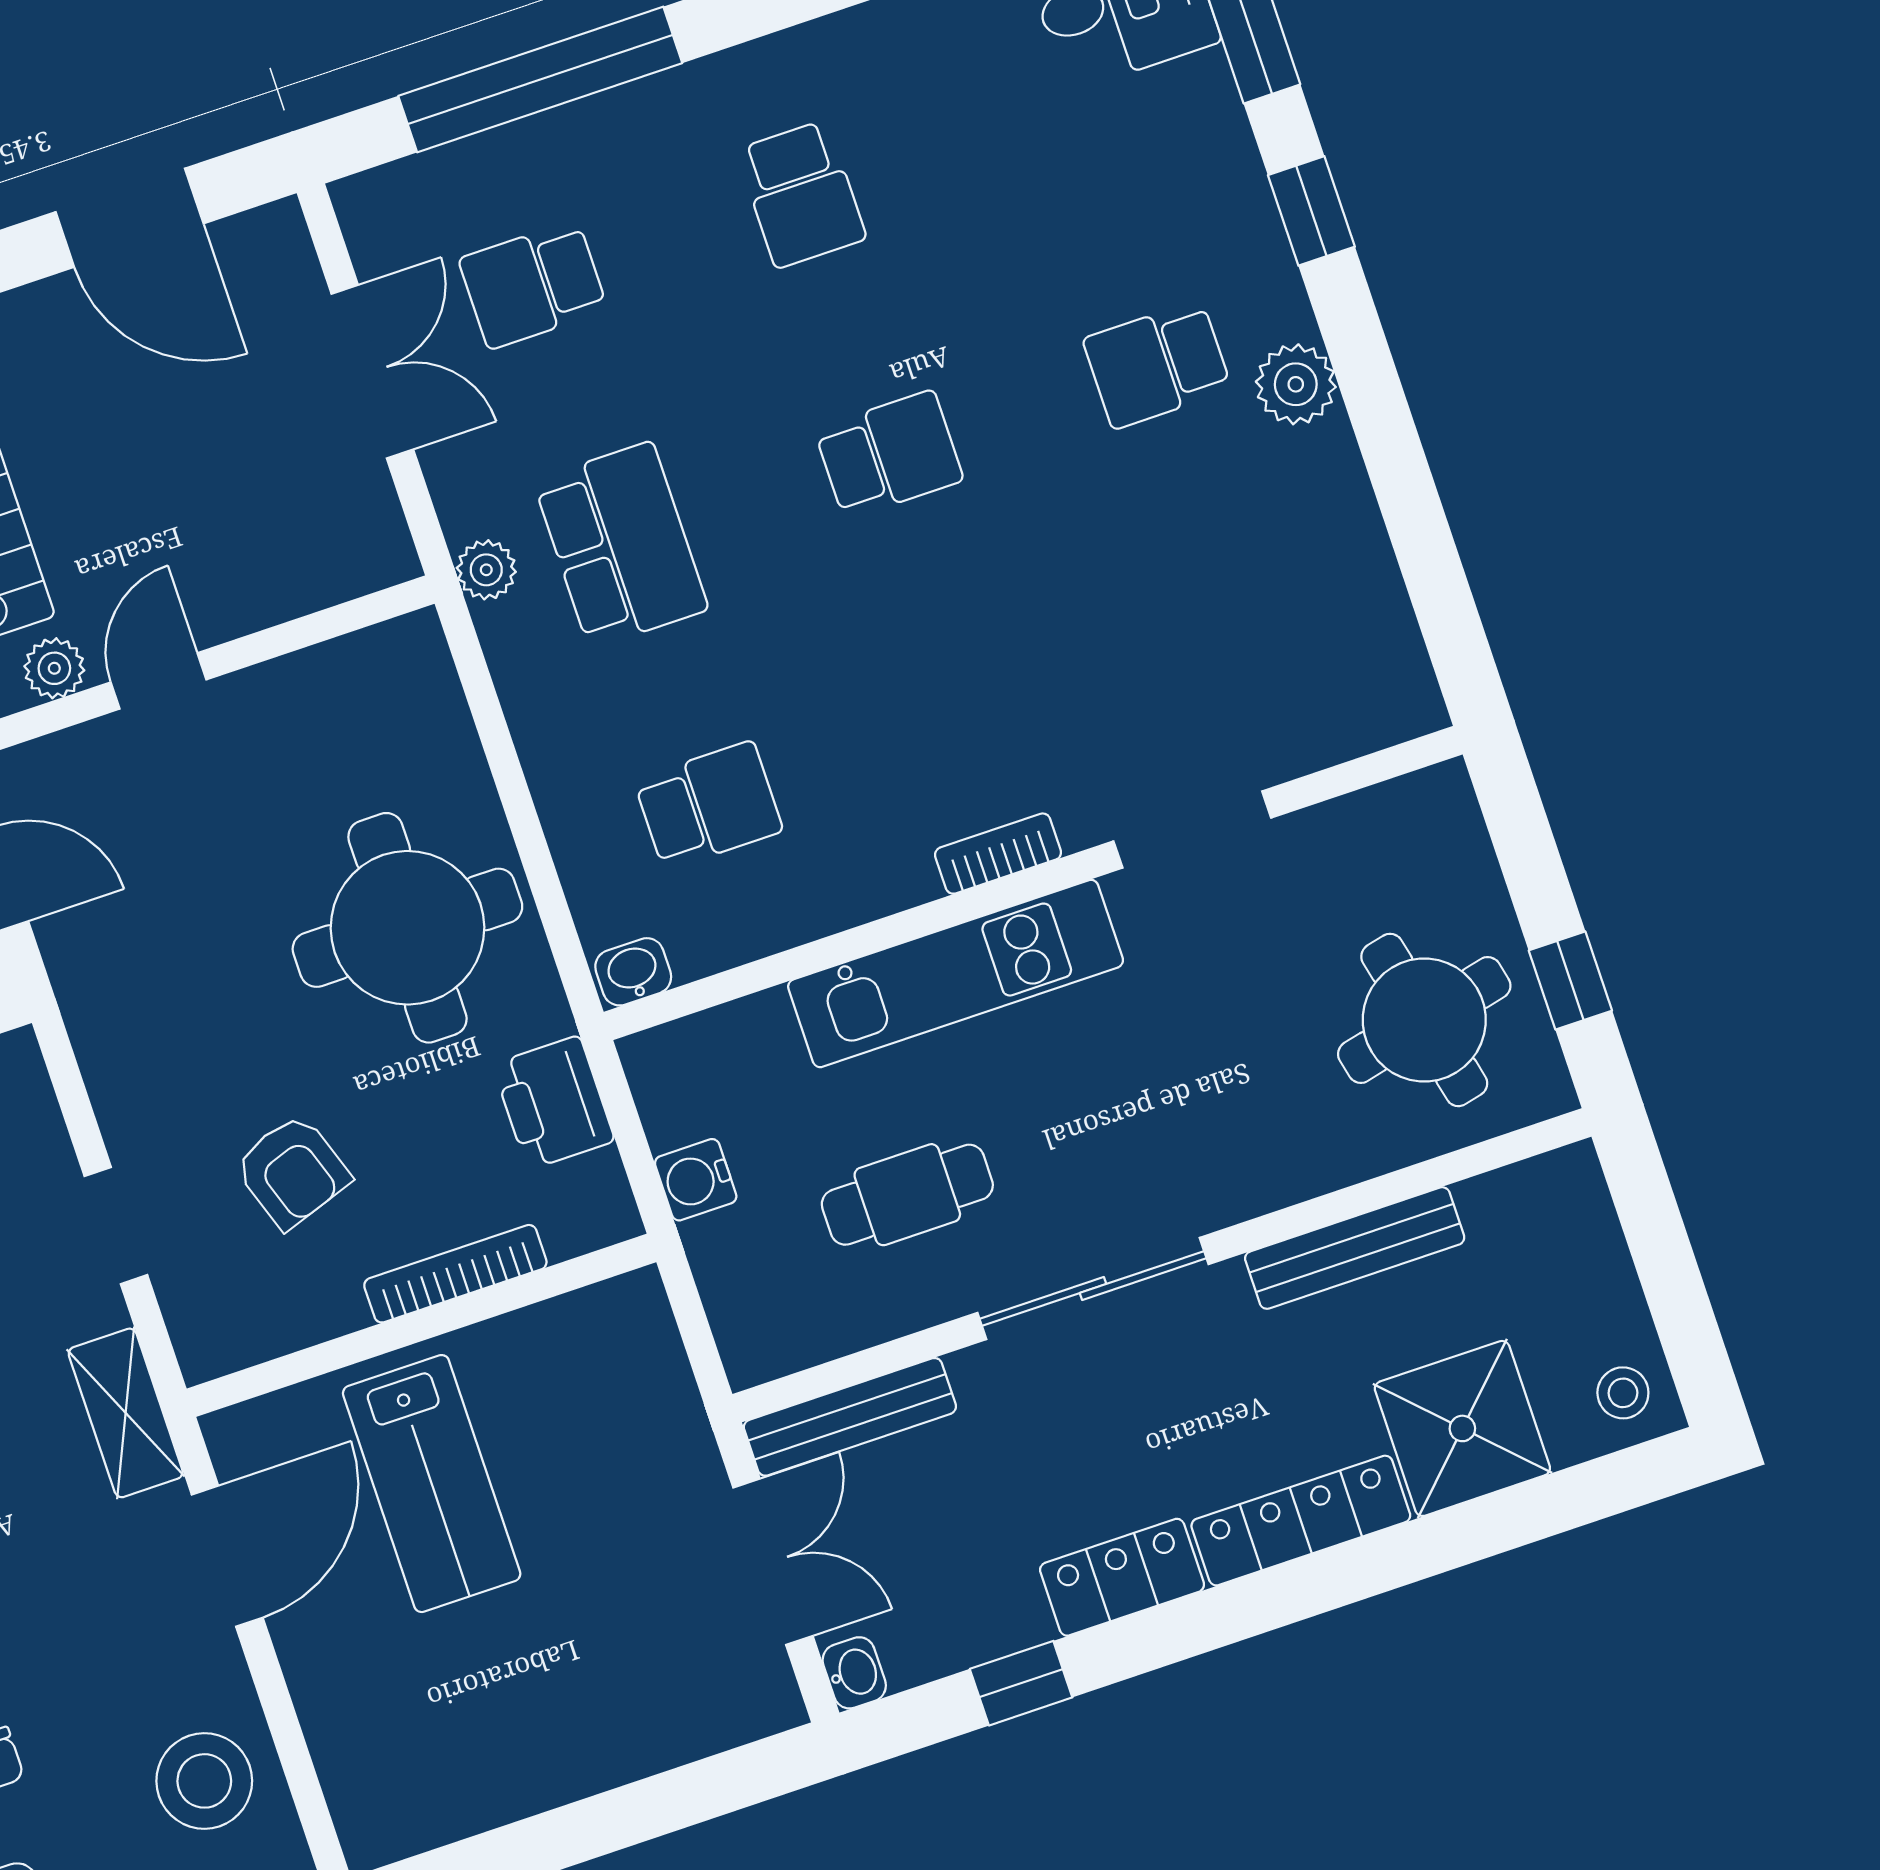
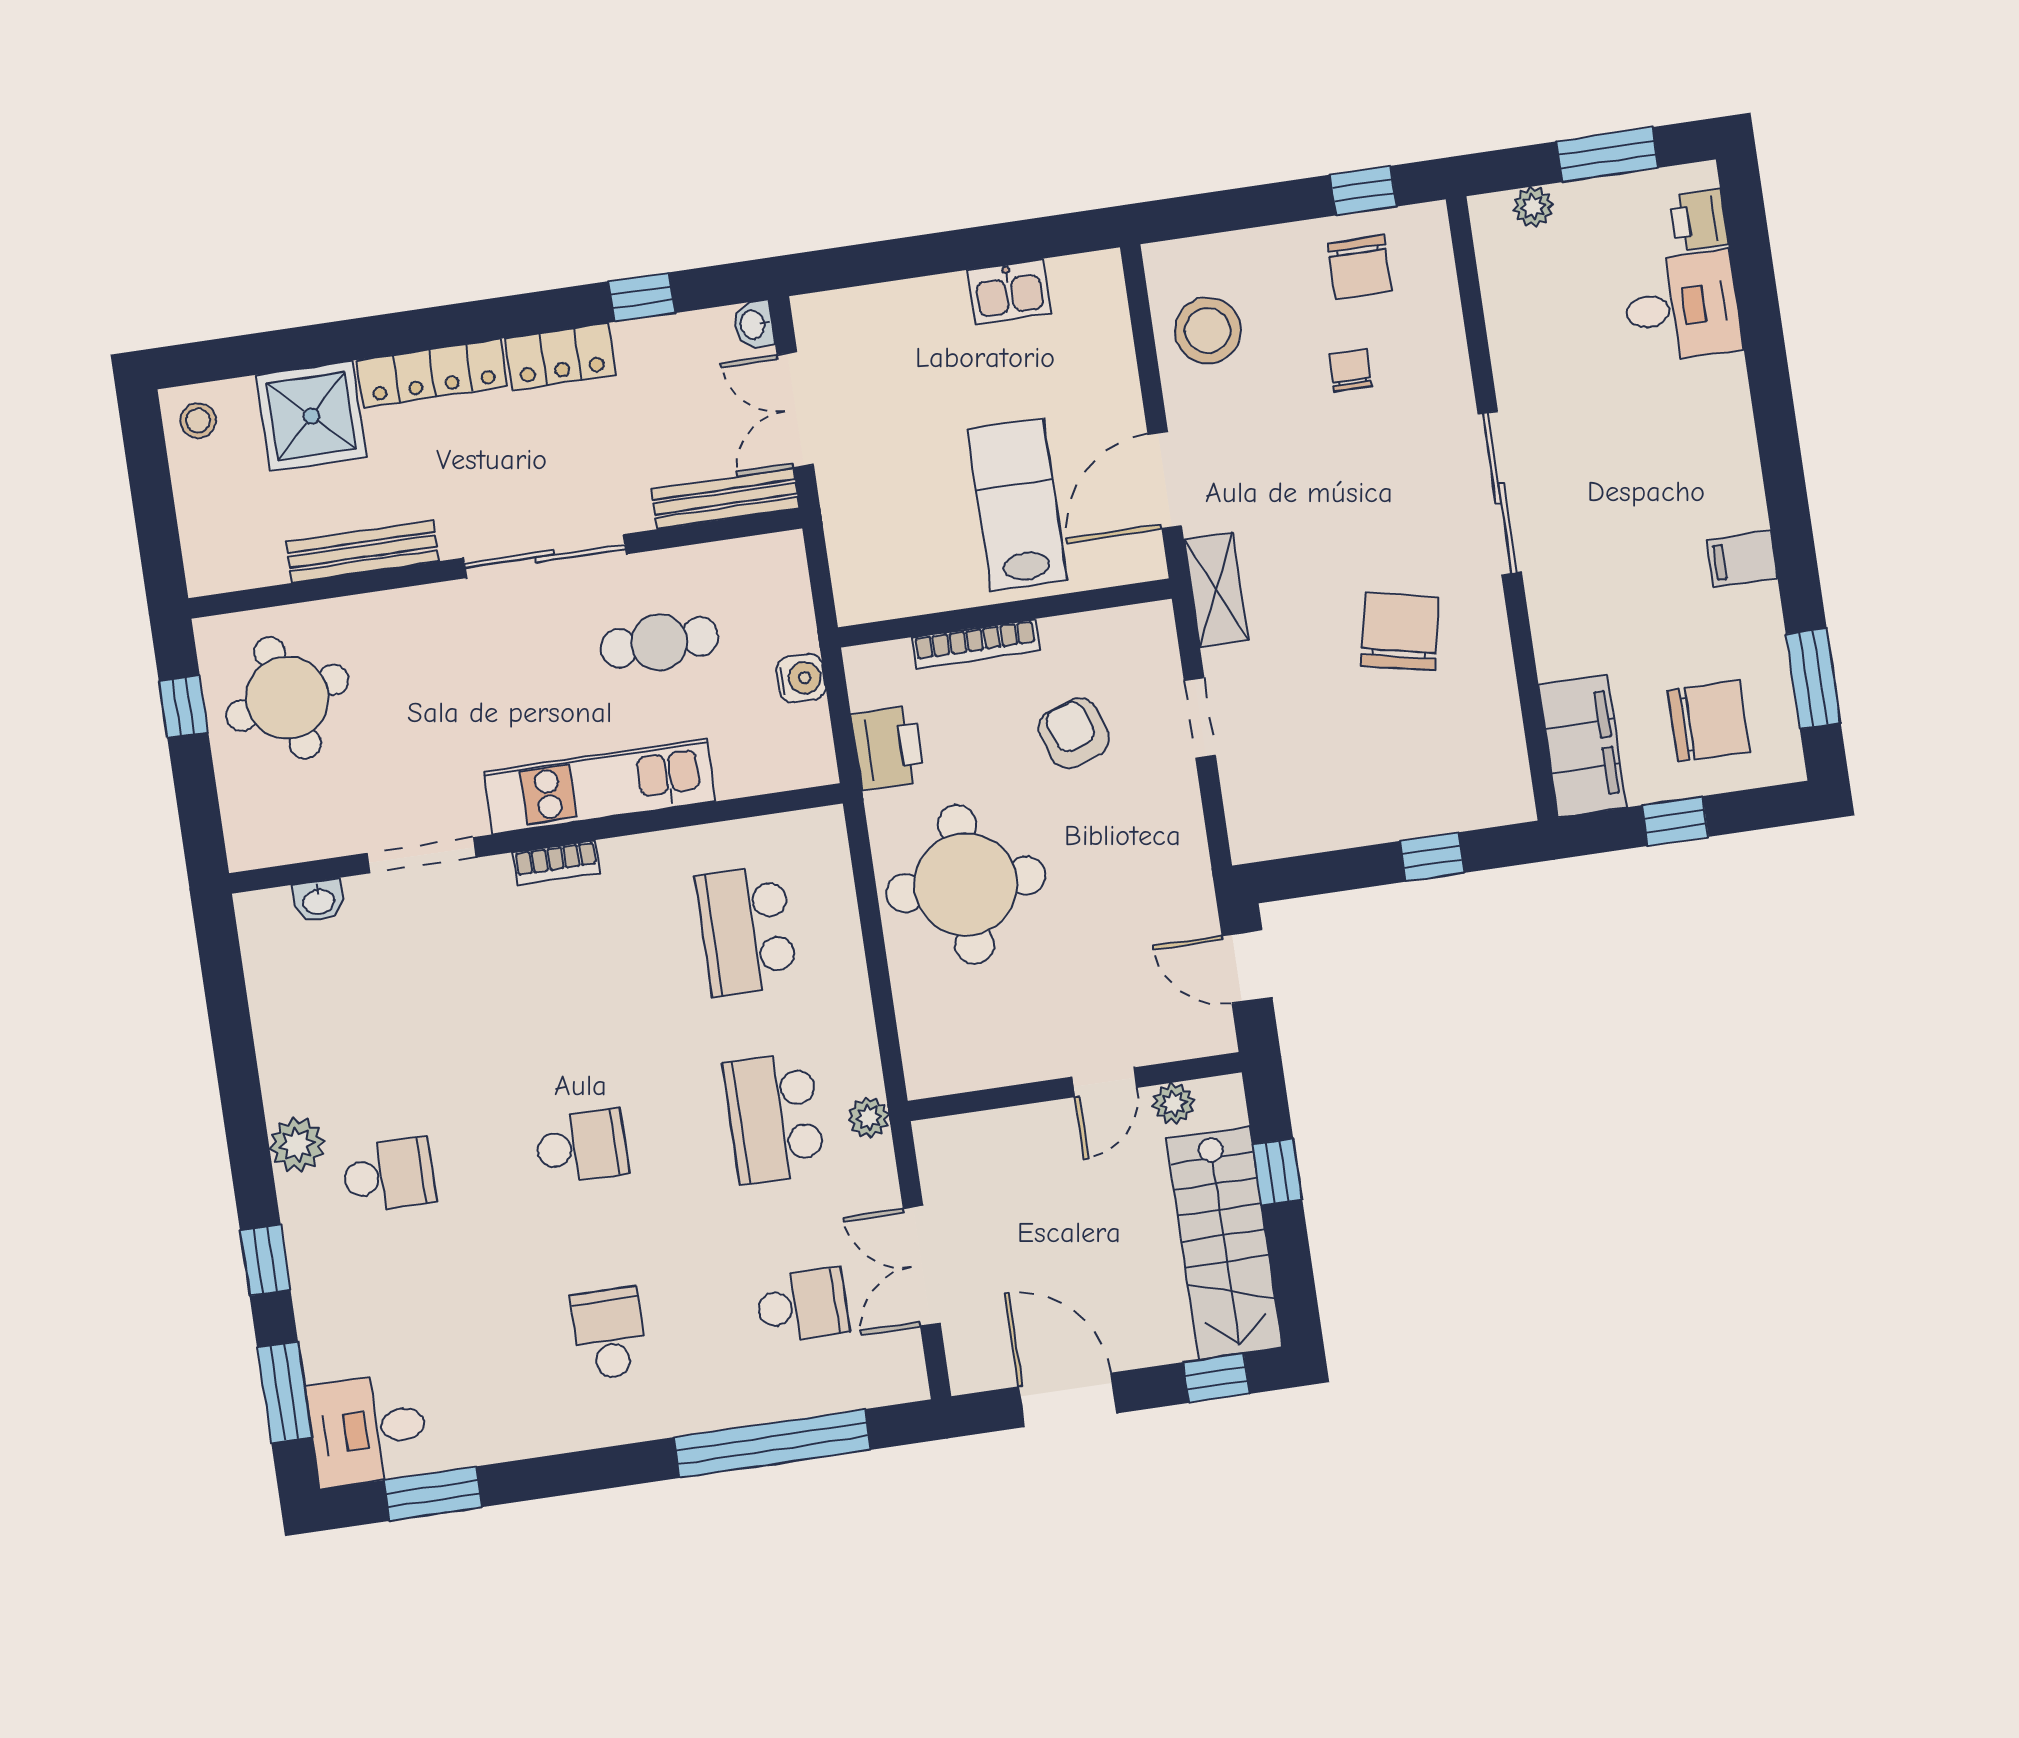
school desk: (889, 455) -> (581, 1146), turned 180
school desk: (708, 805) -> (747, 931), width x1.85
washbasin: (633, 972) -> (318, 901), moved
kitchen sink: (498, 1785) -> (1009, 292), added

